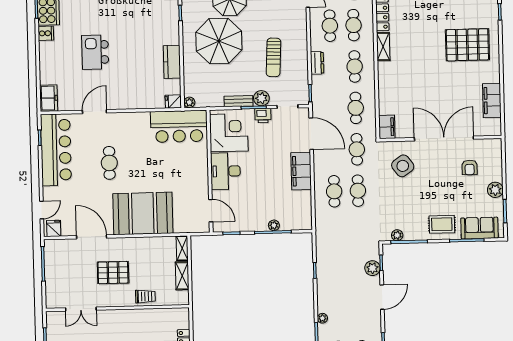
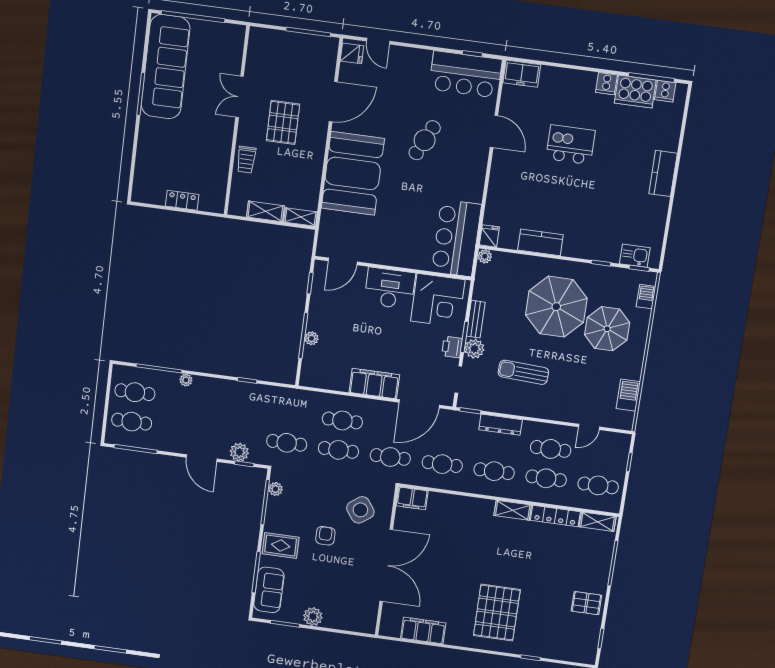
dresser: (317, 63) -> (501, 425), width x1.44
bar counter: (56, 150) -> (465, 74), width x0.73
cafe table: (109, 163) -> (425, 140), turned -64
armchair: (470, 167) -> (325, 536), moved, turned 90
rug: (442, 224) -> (281, 545), turned 90
cafe table: (359, 232) -> (287, 443), added
double door: (81, 309) -> (240, 97), moved

